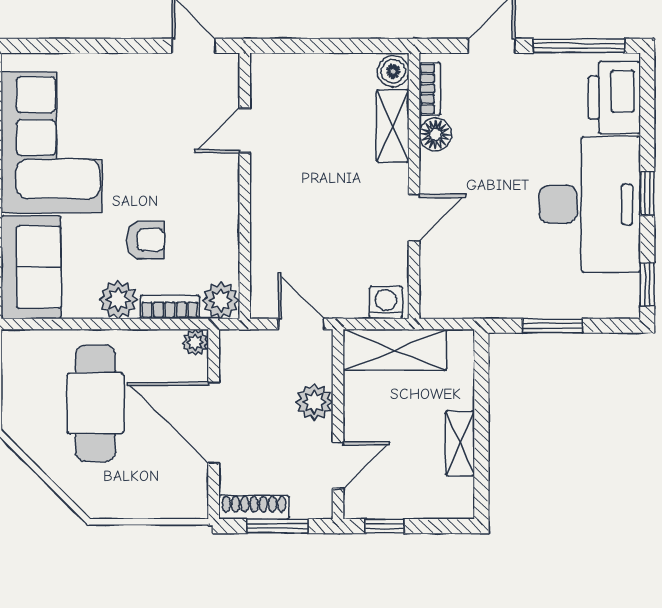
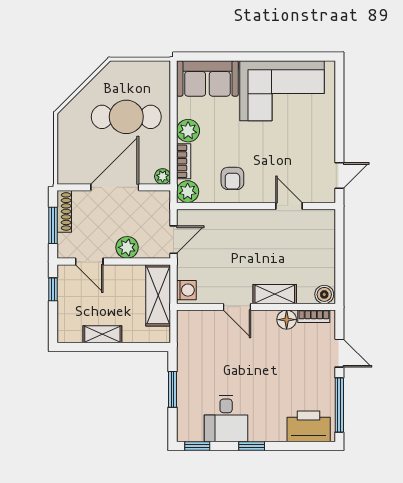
shelving: (393, 126) -> (275, 294), moved
desk: (590, 204) -> (226, 418), width x0.53, depth x0.77
armchair: (145, 240) -> (232, 178), moved

